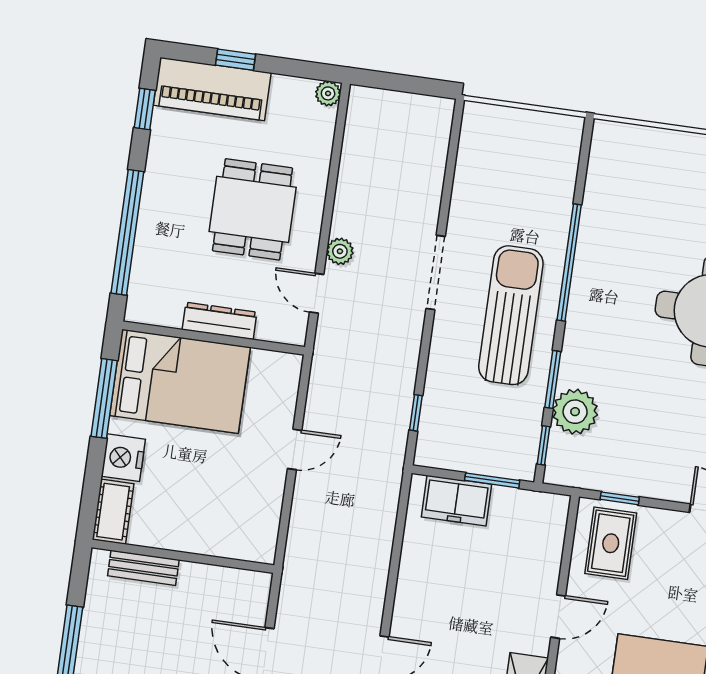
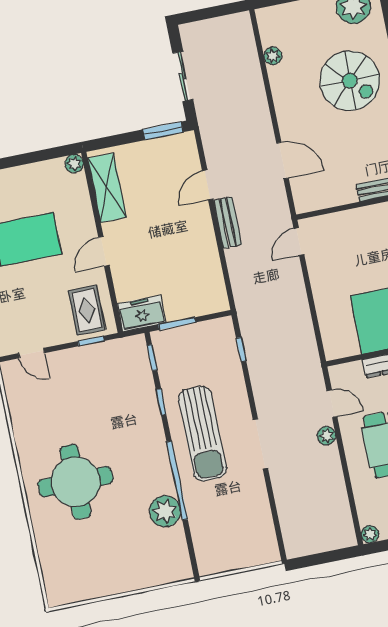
window: (553, 379) -> (161, 402), width x0.67
plant: (575, 412) -> (165, 511), moved
door: (295, 449) -> (299, 241), moved
freezer: (457, 501) -> (142, 313), moved
bench: (372, 596) -> (228, 222), added

